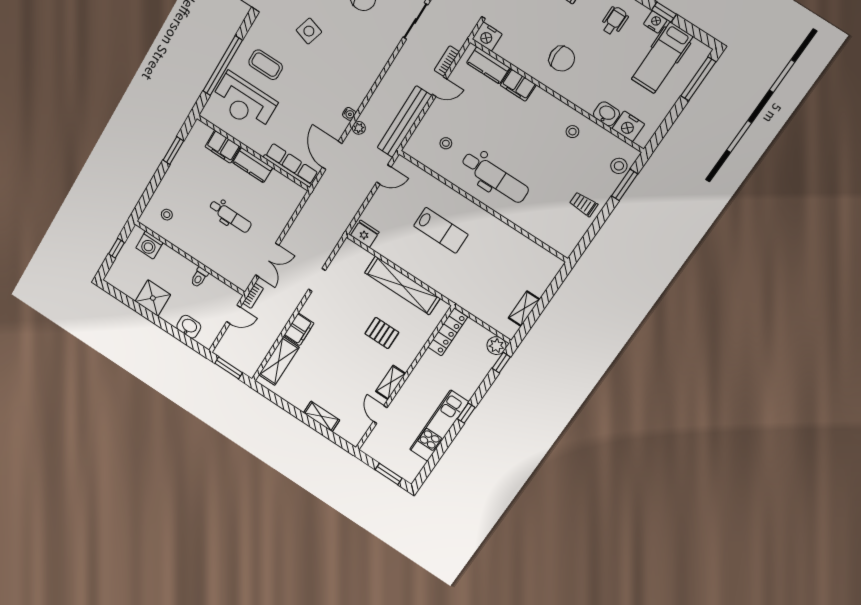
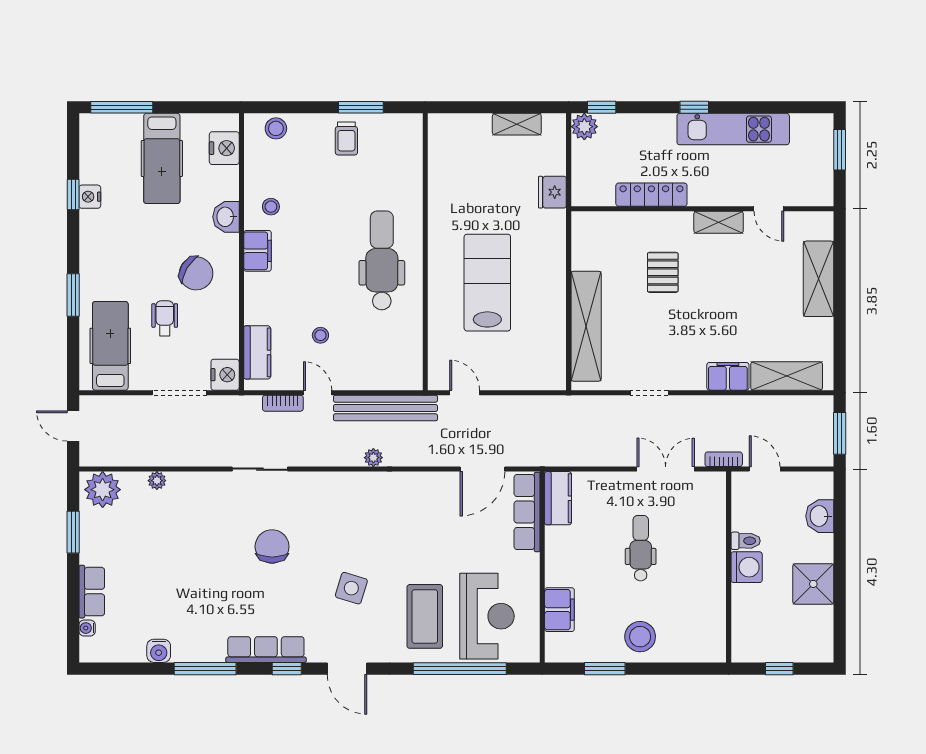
wheelchair: (614, 21) -> (165, 318), moved, turned 90
hospital bed: (662, 58) -> (162, 158), moved, turned 90
chair: (562, 59) -> (196, 273), turned 121
coffee table: (266, 65) -> (425, 616), width x1.36, depth x1.32
filing cabinet: (518, 85) -> (258, 251), moved
water cooler: (349, 114) -> (419, 479), removed
washbasin: (606, 114) -> (226, 217), moved
plant: (359, 128) -> (373, 458), moved
stool: (446, 143) -> (320, 335), moved
kitchen counter: (253, 165) -> (558, 498), moved
window: (625, 185) -> (361, 107), moved
stool: (167, 215) -> (640, 637), moved, width x1.89, depth x1.89
lab bench: (441, 230) -> (487, 283), width x1.36, depth x1.39
fridge: (365, 234) -> (552, 192), moved
washing machine: (149, 245) -> (747, 567), moved
shelving: (402, 285) -> (586, 326), moved
locker: (448, 332) -> (651, 195), moved
door: (380, 415) -> (769, 209), hinge flipped
shelving: (322, 416) -> (819, 279), width x1.50, depth x1.33

